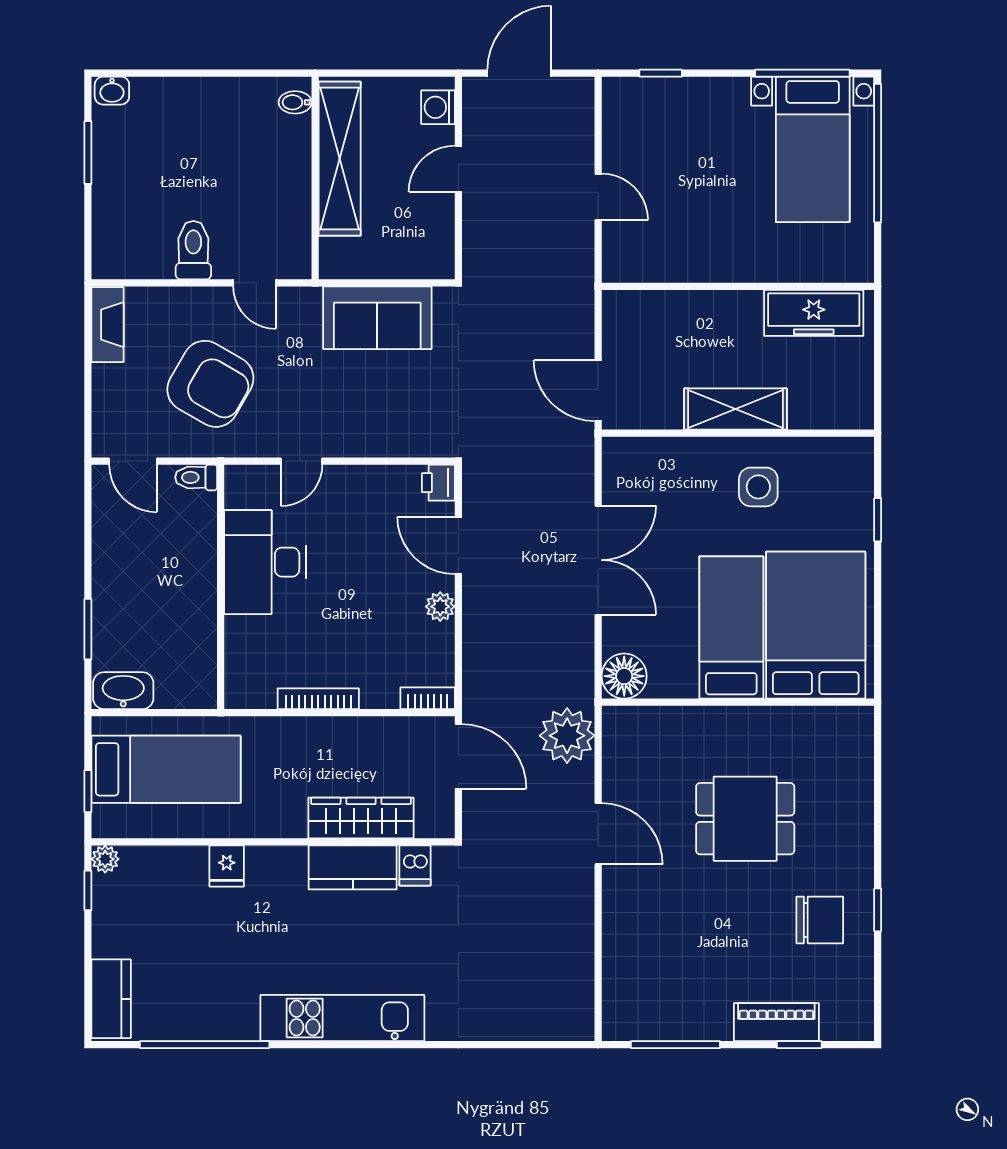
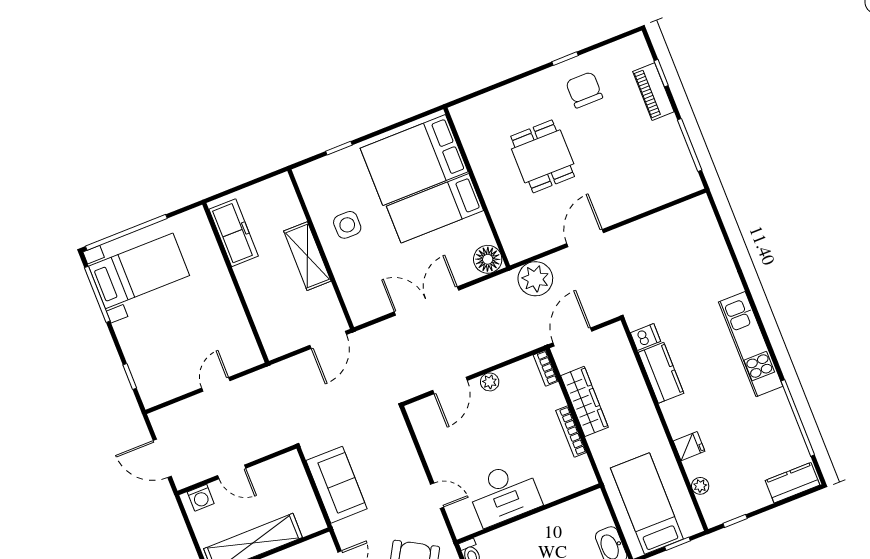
printer: (438, 483) -> (418, 411), removed
wardrobe: (361, 818) -> (584, 401), moved, turned 180
plant: (105, 859) -> (700, 486), moved

